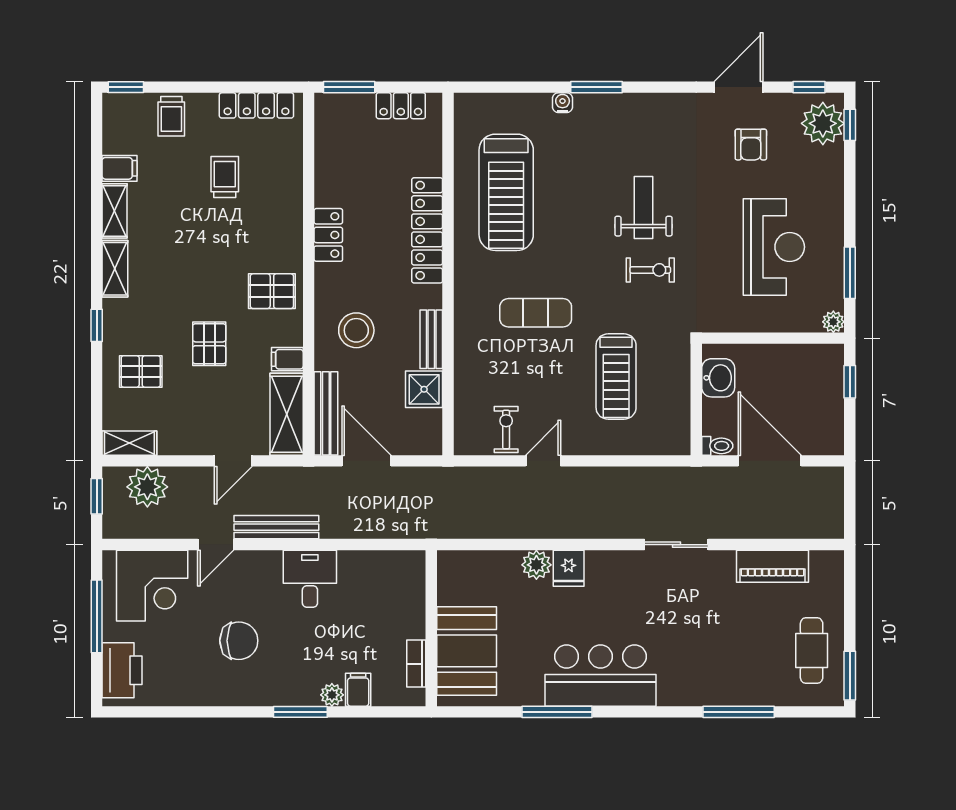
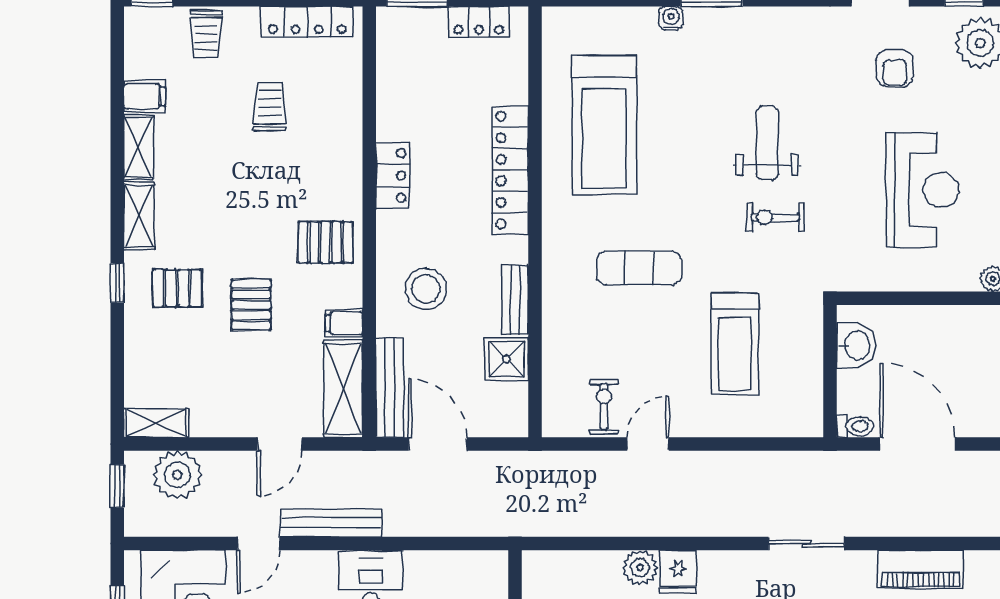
exercise bike: (650, 270) -> (775, 217), turned 180
pallet: (141, 371) -> (177, 288), moved

